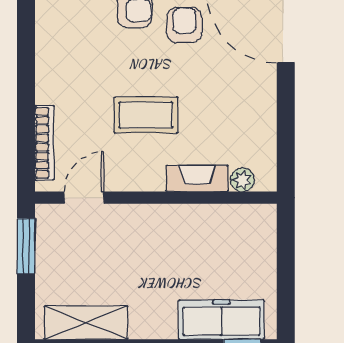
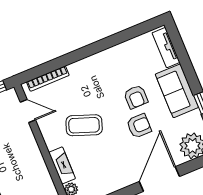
coffee table: (146, 115) -> (84, 125), turned -70

